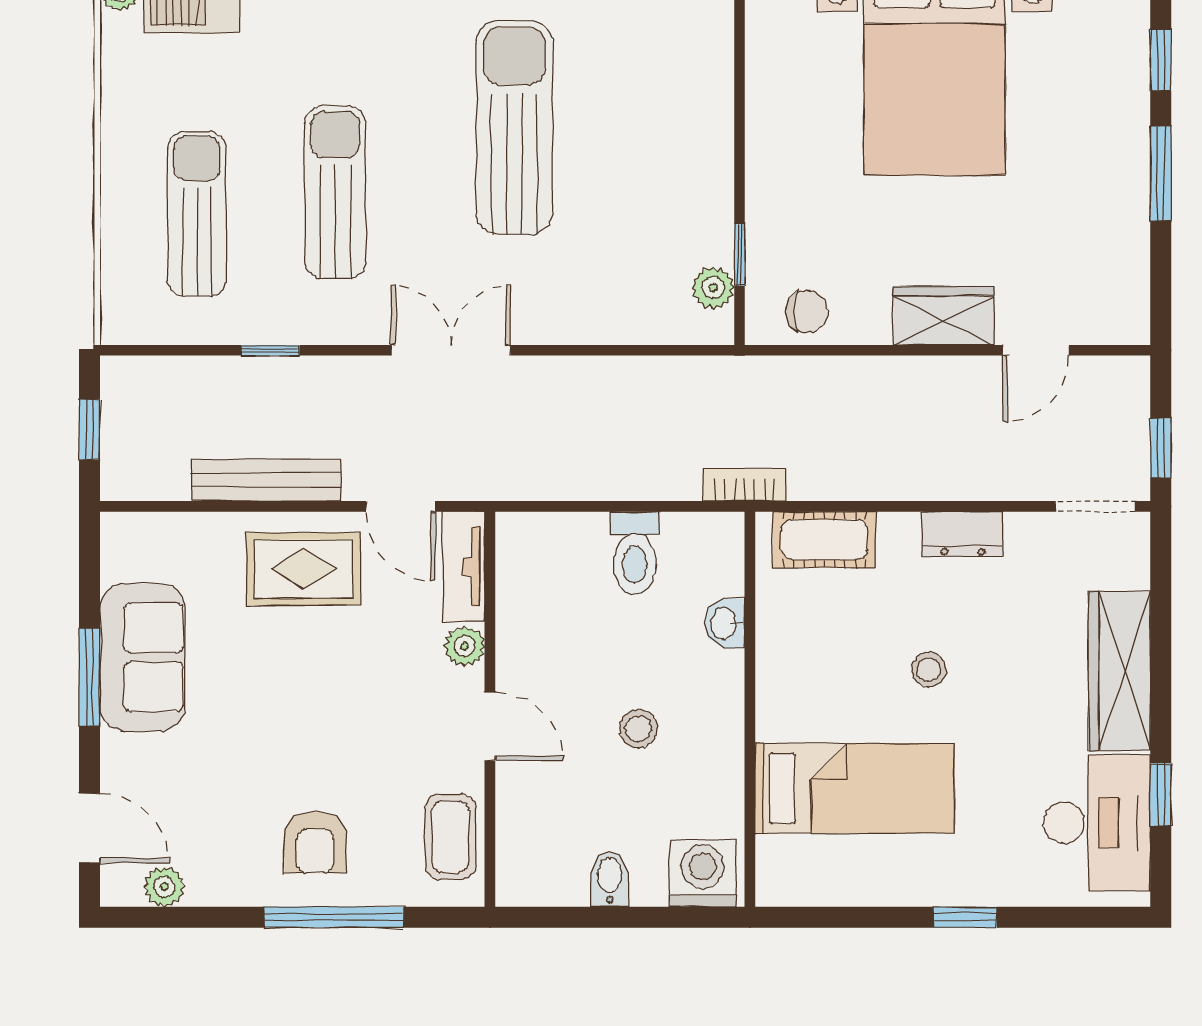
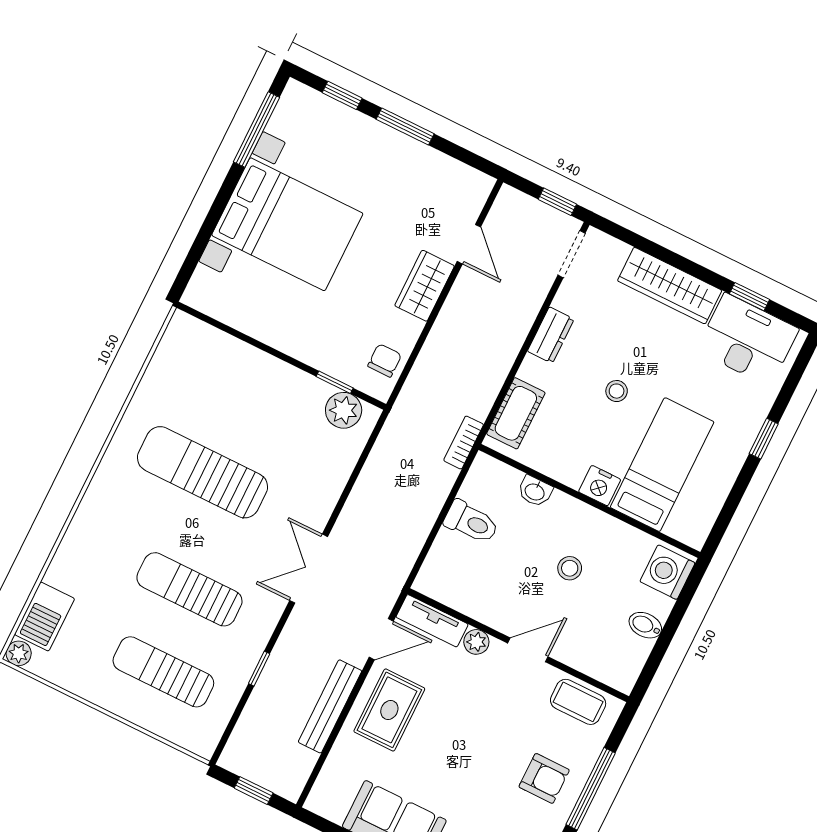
plant: (713, 288) -> (344, 410), width x1.38, depth x1.38
nightstand: (780, 713) -> (600, 486), added

